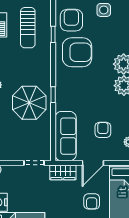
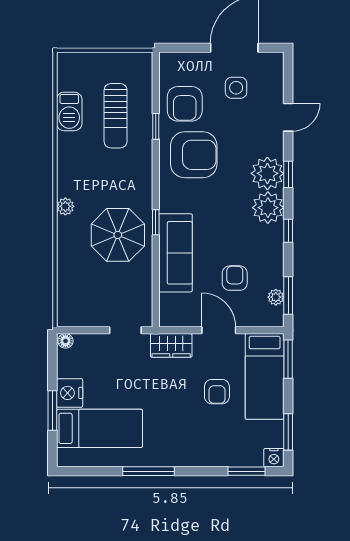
armchair: (71, 20) -> (185, 104), turned 180
sofa: (66, 136) -> (175, 253), moved
door: (93, 163) -> (219, 330), swing flipped

